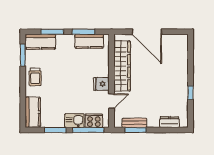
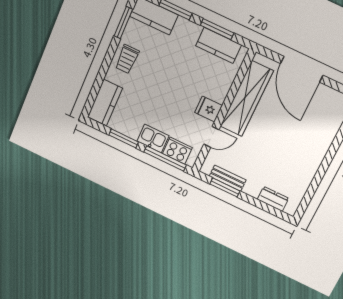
window: (190, 93) -> (319, 176), removed

